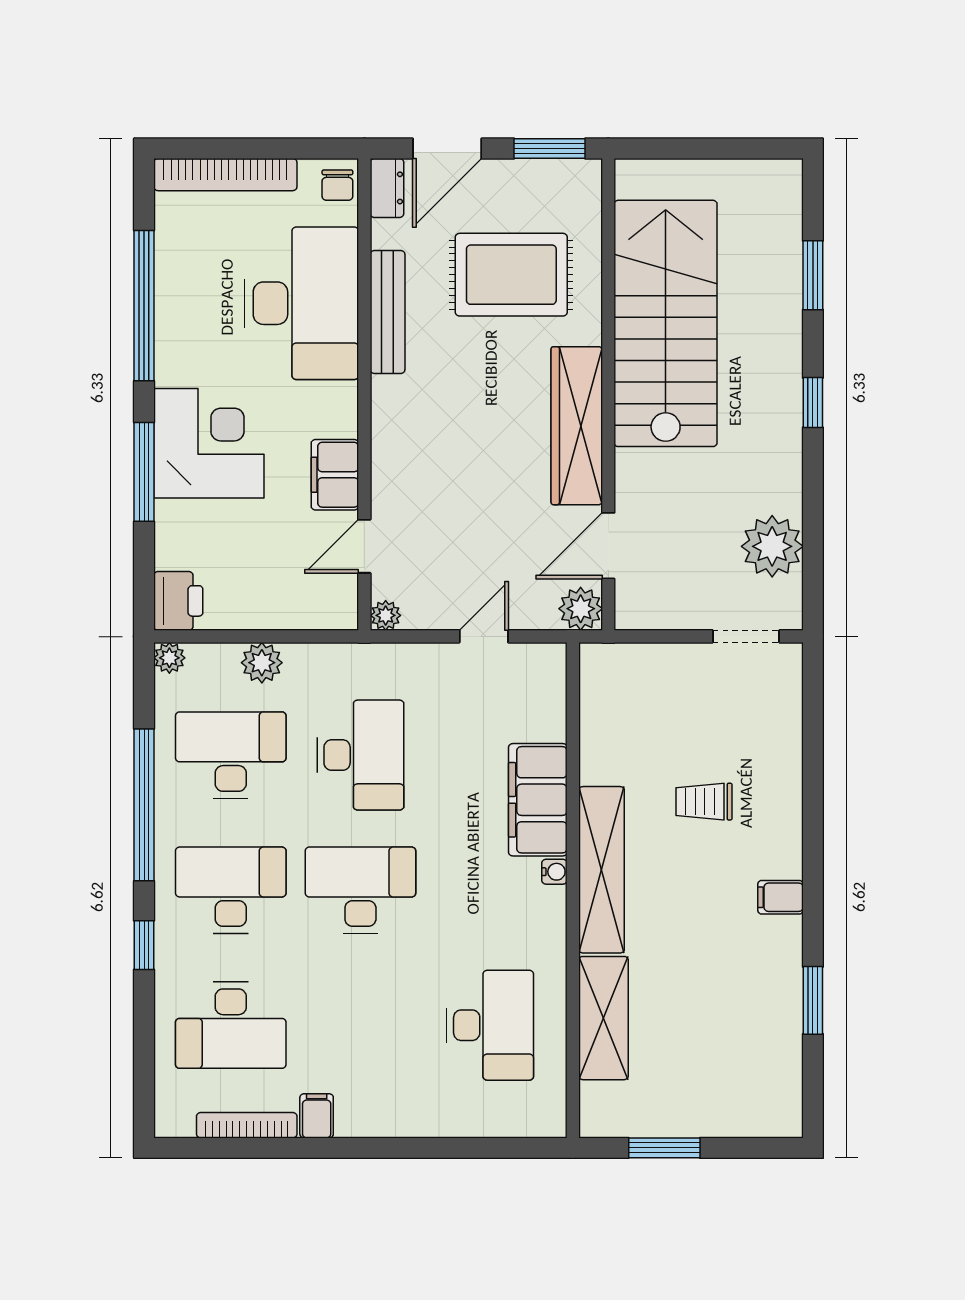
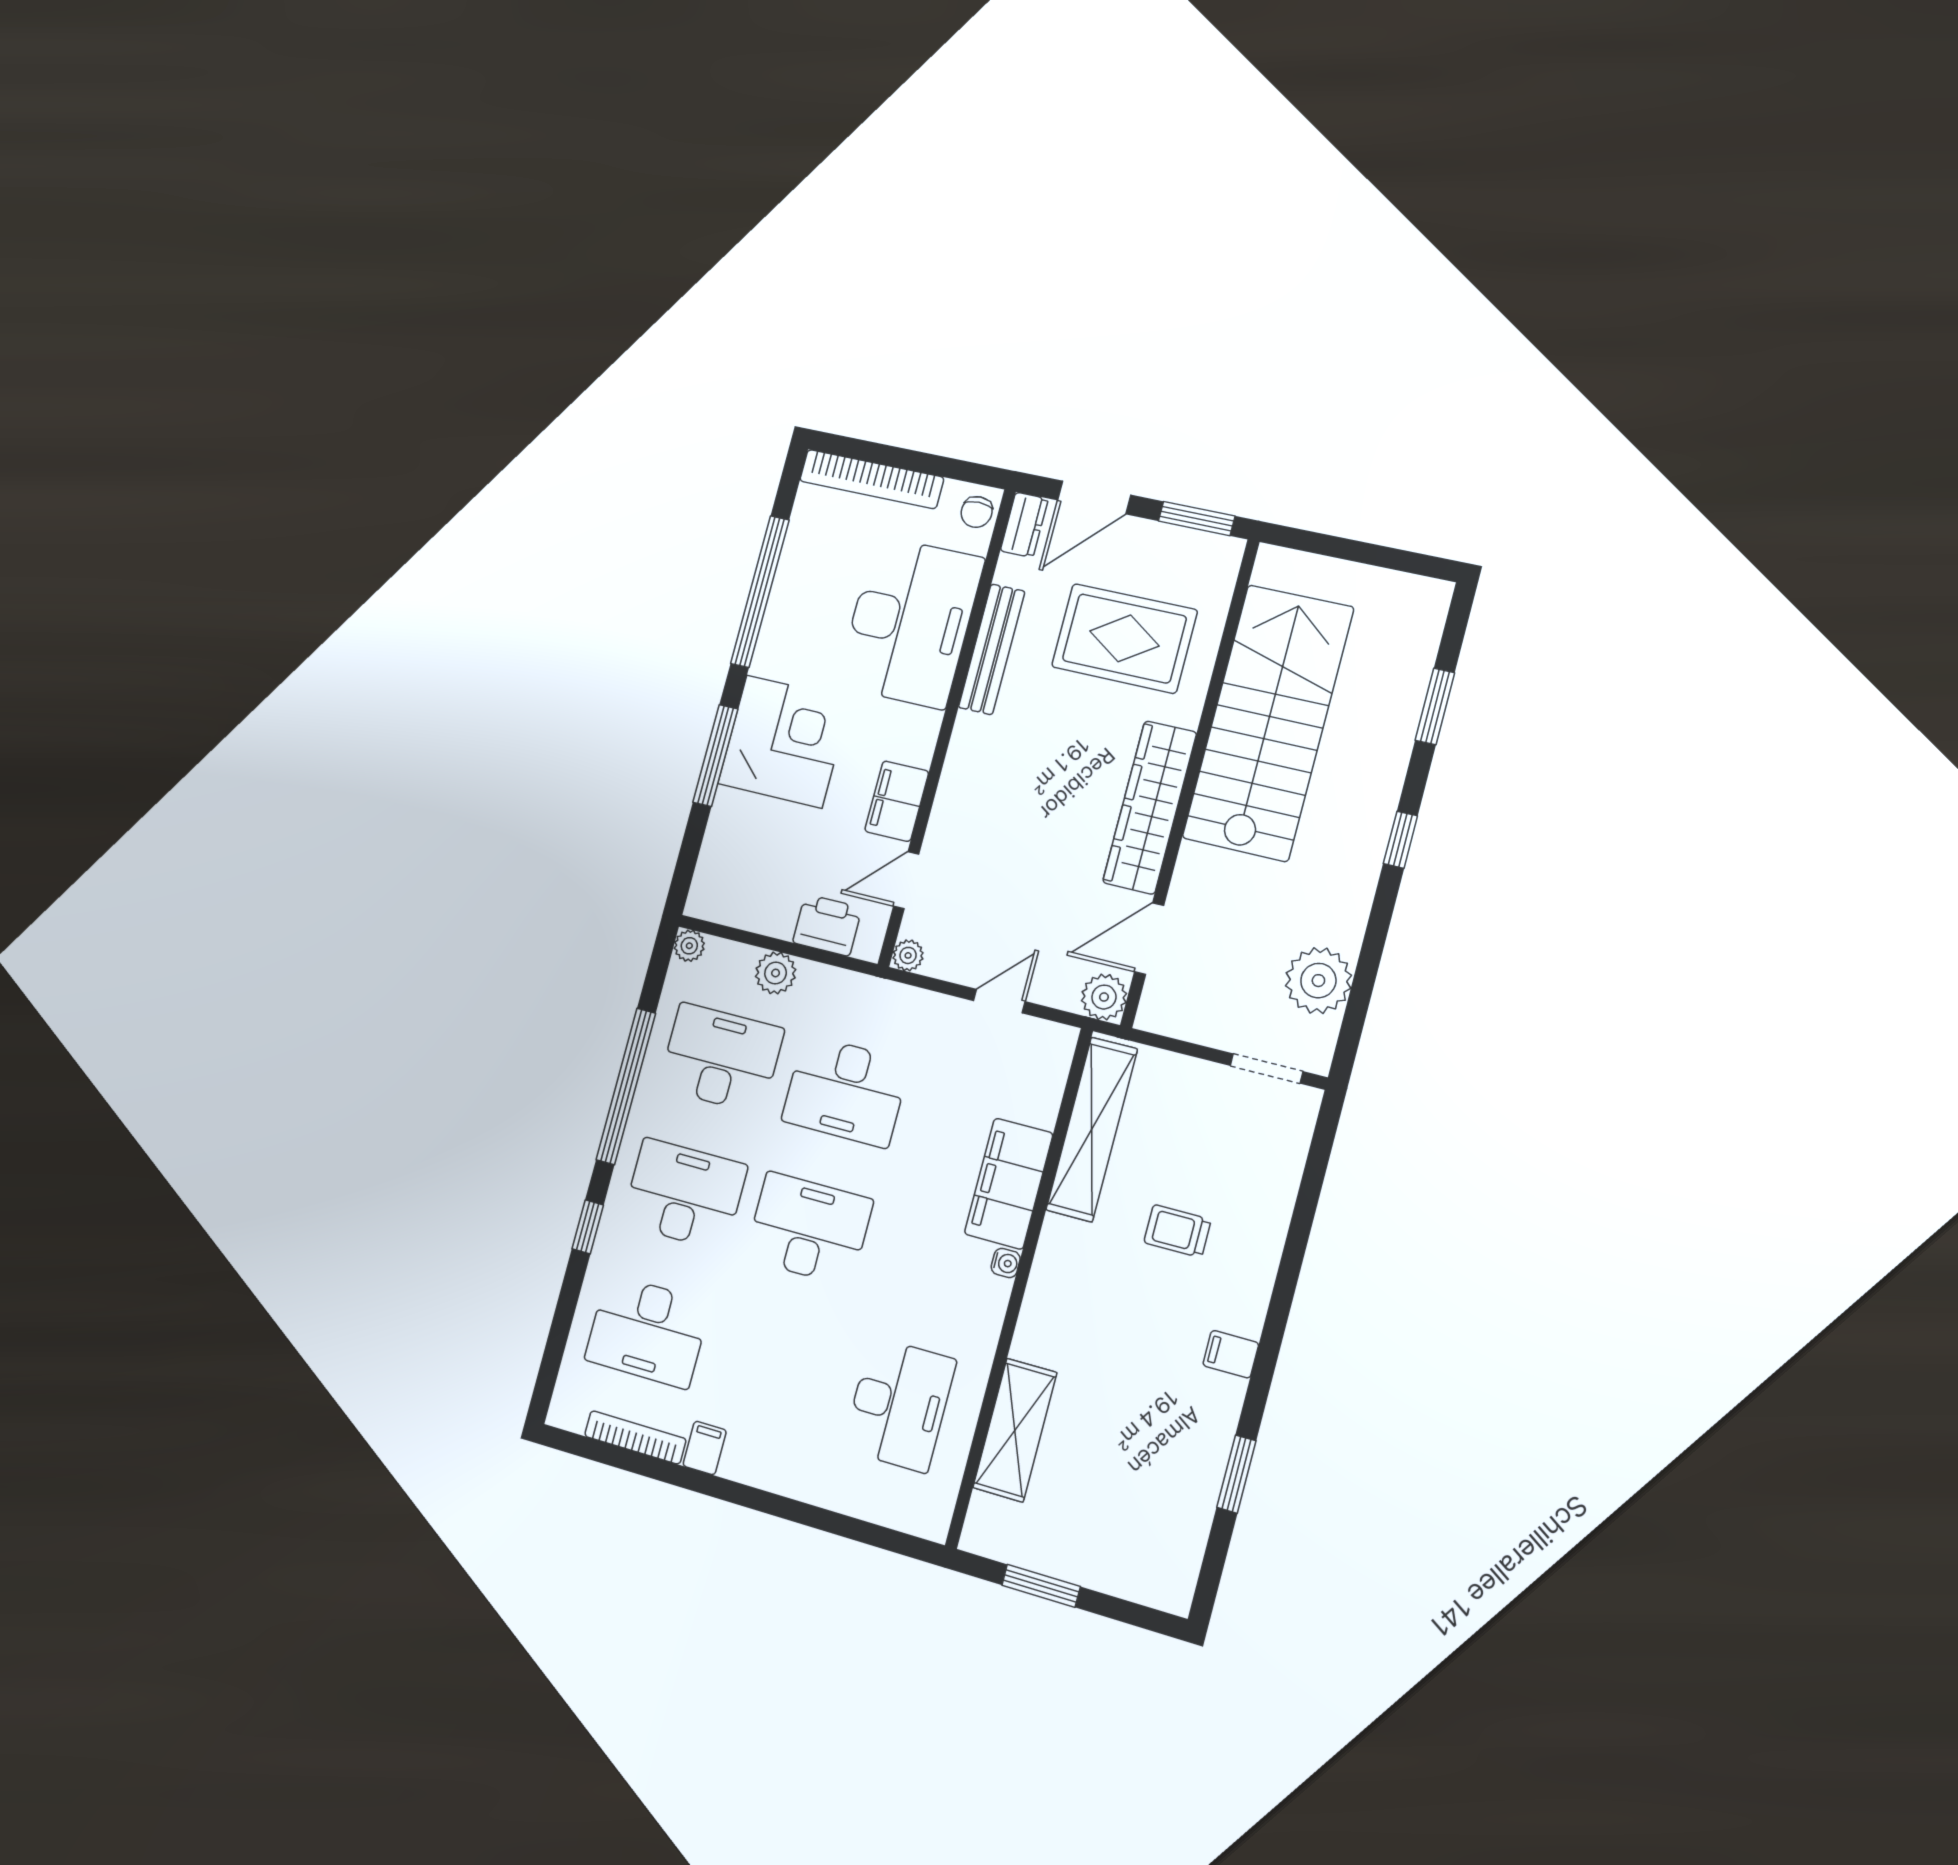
printer: (178, 601) -> (827, 925), moved, turned -90
desk: (360, 755) -> (846, 1091), turned 90
shelving: (602, 870) -> (1092, 1129), moved

